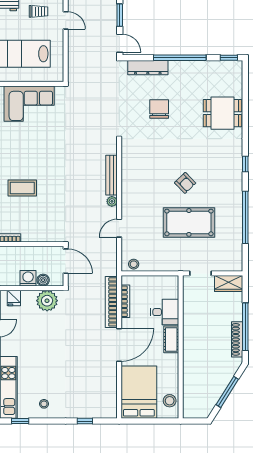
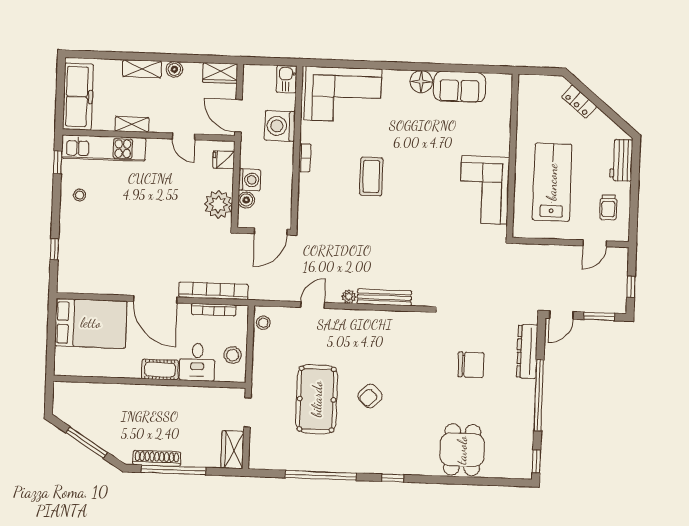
door: (119, 228) -> (313, 305), hinge flipped
stool: (170, 401) -> (233, 355), moved

